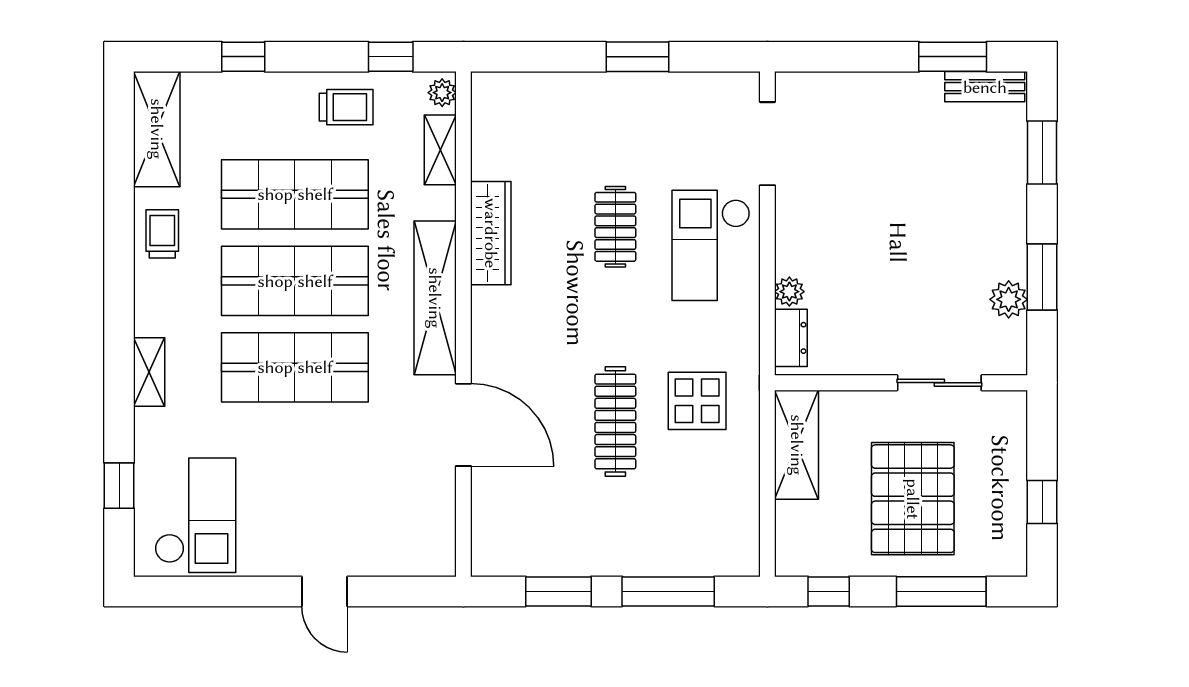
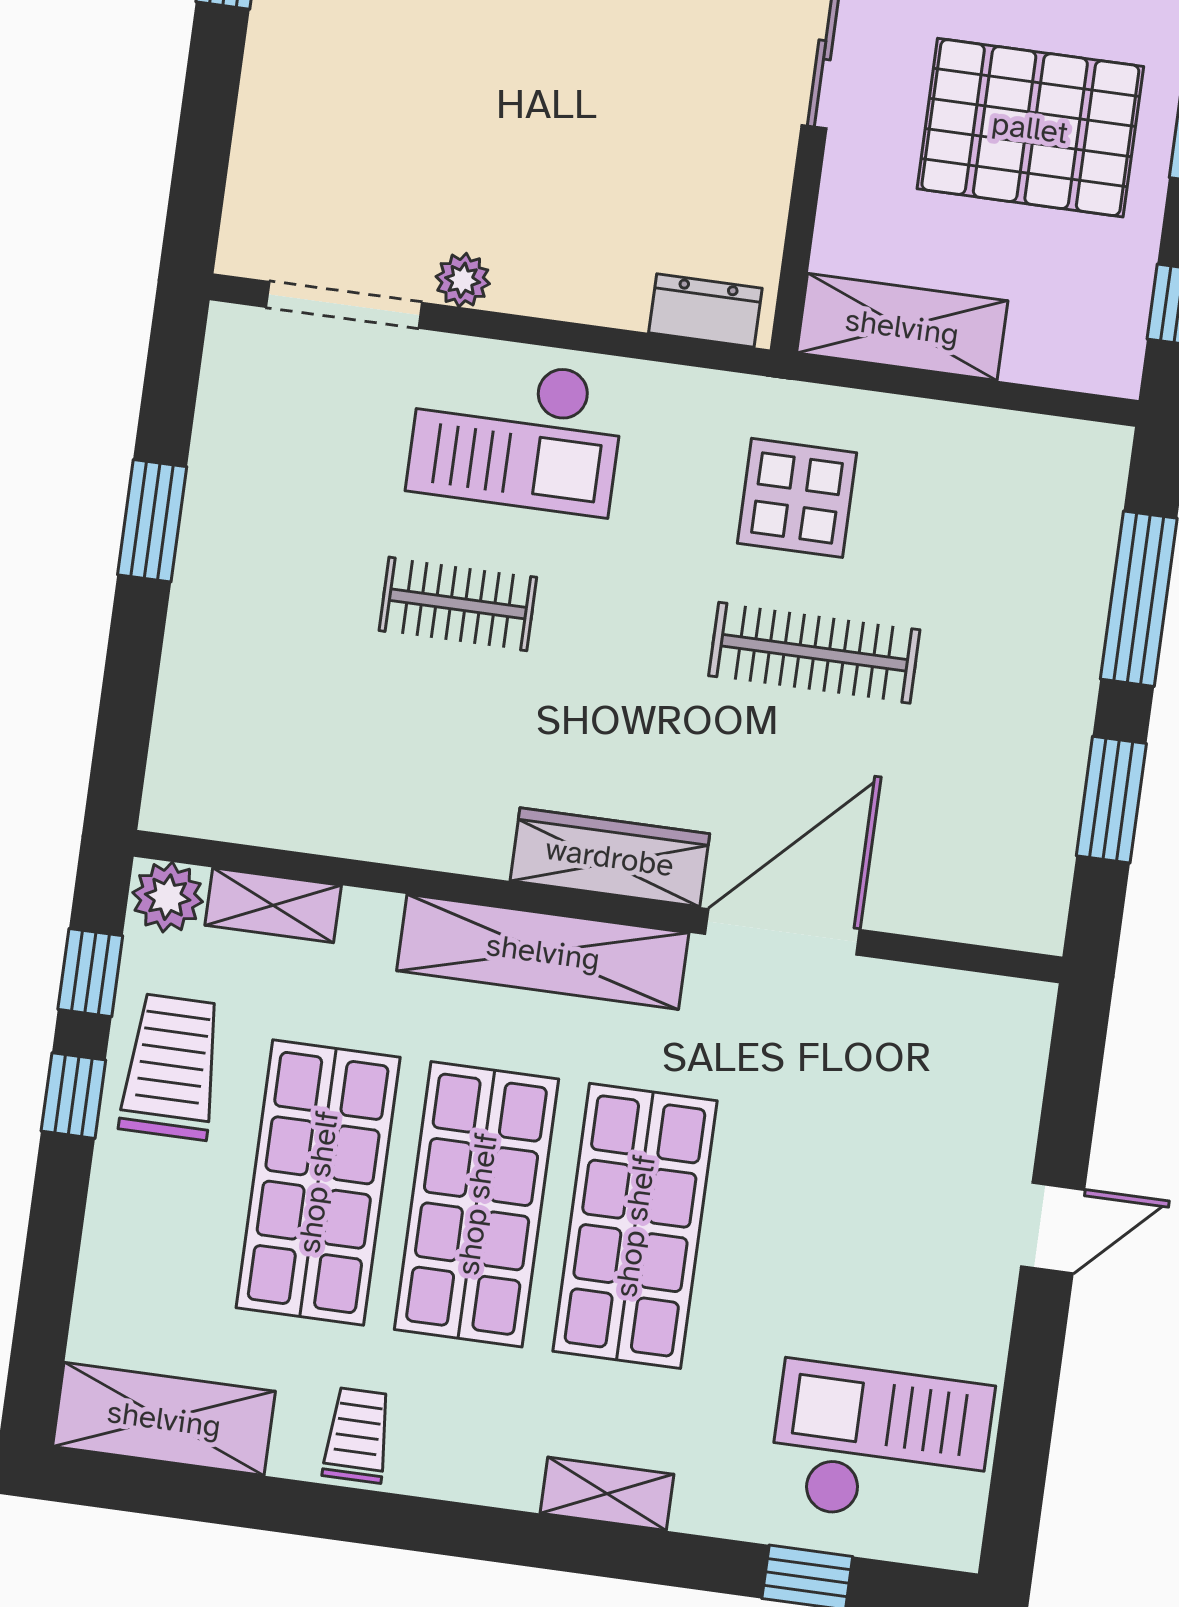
window: (243, 57) -> (73, 1096), moved
plant: (442, 93) -> (168, 897), width x1.38, depth x1.38
trolley: (346, 107) -> (171, 1067), width x1.36, depth x1.39
wardrobe: (491, 233) -> (610, 857), moved
trolley: (162, 234) -> (357, 1435), turned 90
plant: (789, 292) -> (463, 280), moved

